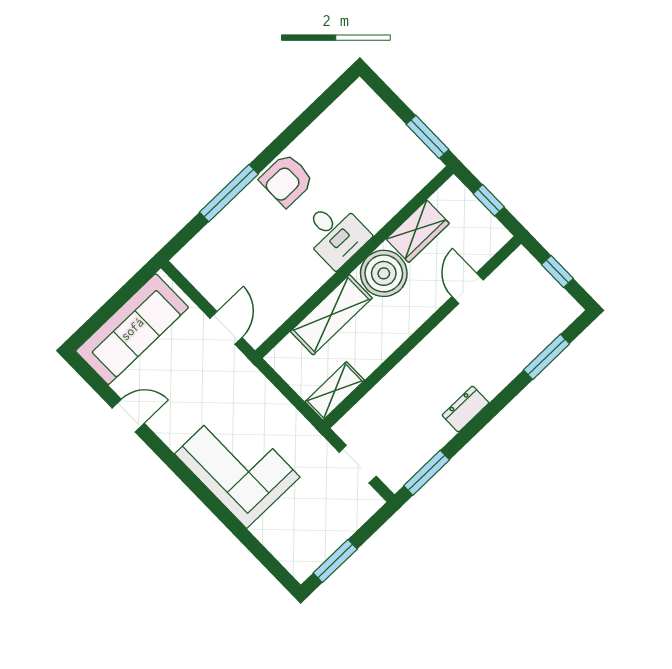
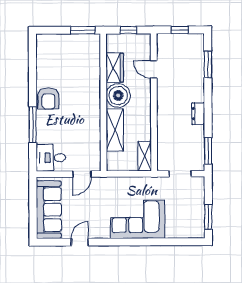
desk: (335, 234) -> (51, 158), moved, turned 180
door: (226, 328) -> (82, 174), swing flipped

